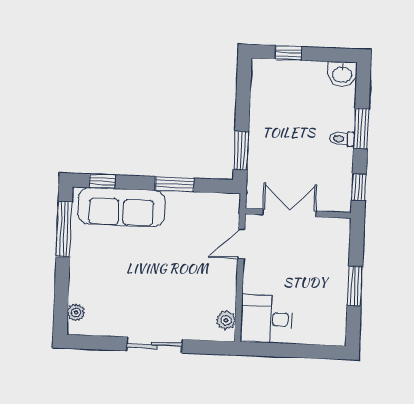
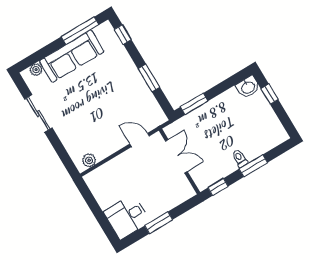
washbasin: (342, 74) -> (248, 87), moved, turned -90
sofa: (121, 207) -> (72, 56), moved, turned -90
desk: (267, 319) -> (127, 217), moved, turned -90
sliding door: (154, 345) -> (38, 114), moved

